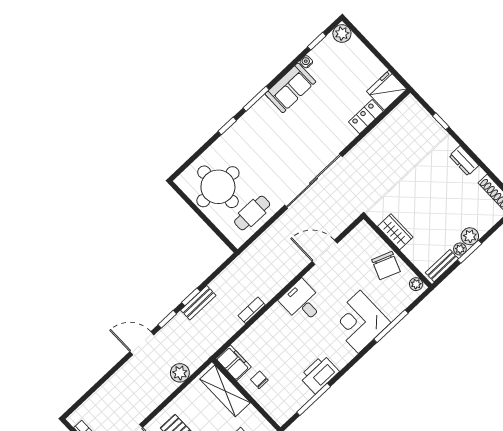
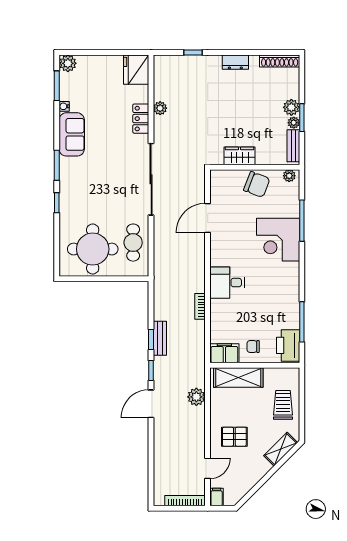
window: (317, 41) -> (57, 86), width x1.50
locker: (366, 117) -> (141, 119), moved
plant: (374, 136) -> (160, 108), added
desk: (302, 302) -> (227, 283), moved
printer: (319, 374) -> (288, 345), moved

